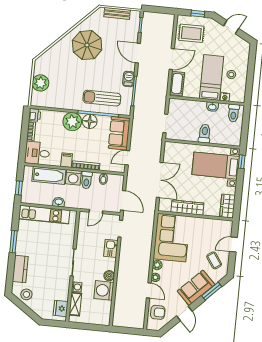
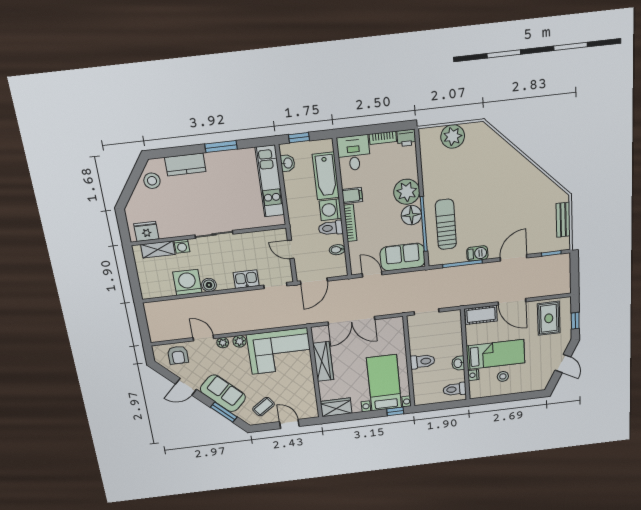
parasol: (87, 45) -> (515, 189), removed
washbasin: (59, 202) -> (288, 163), moved
door: (149, 290) -> (203, 338), swing flipped

